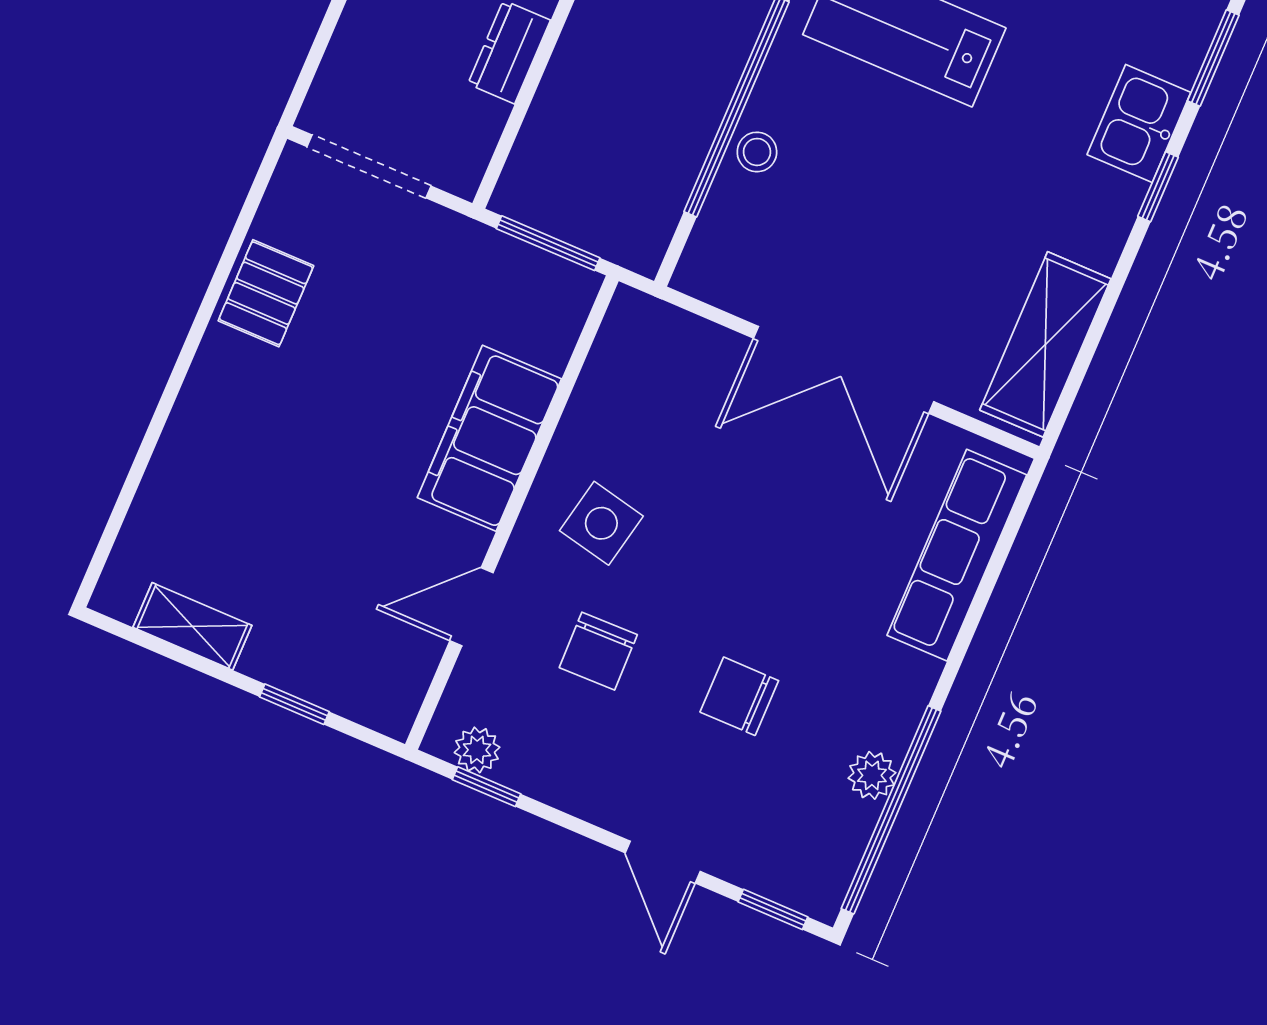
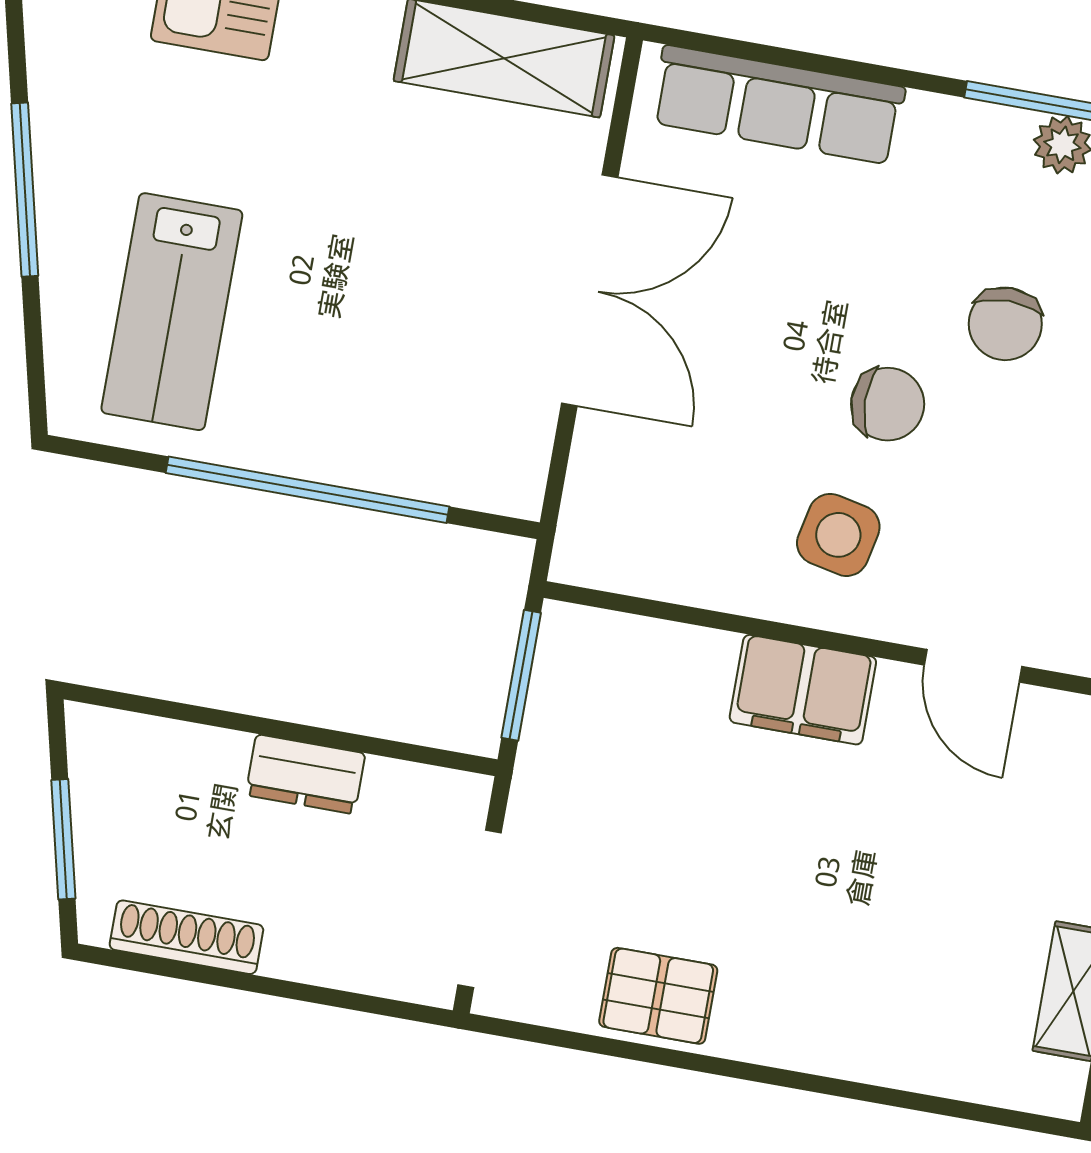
stool: (757, 152) -> (355, 453), removed
filing cabinet: (489, 438) -> (803, 690), width x0.67, depth x0.86
chair: (598, 651) -> (888, 404), moved

